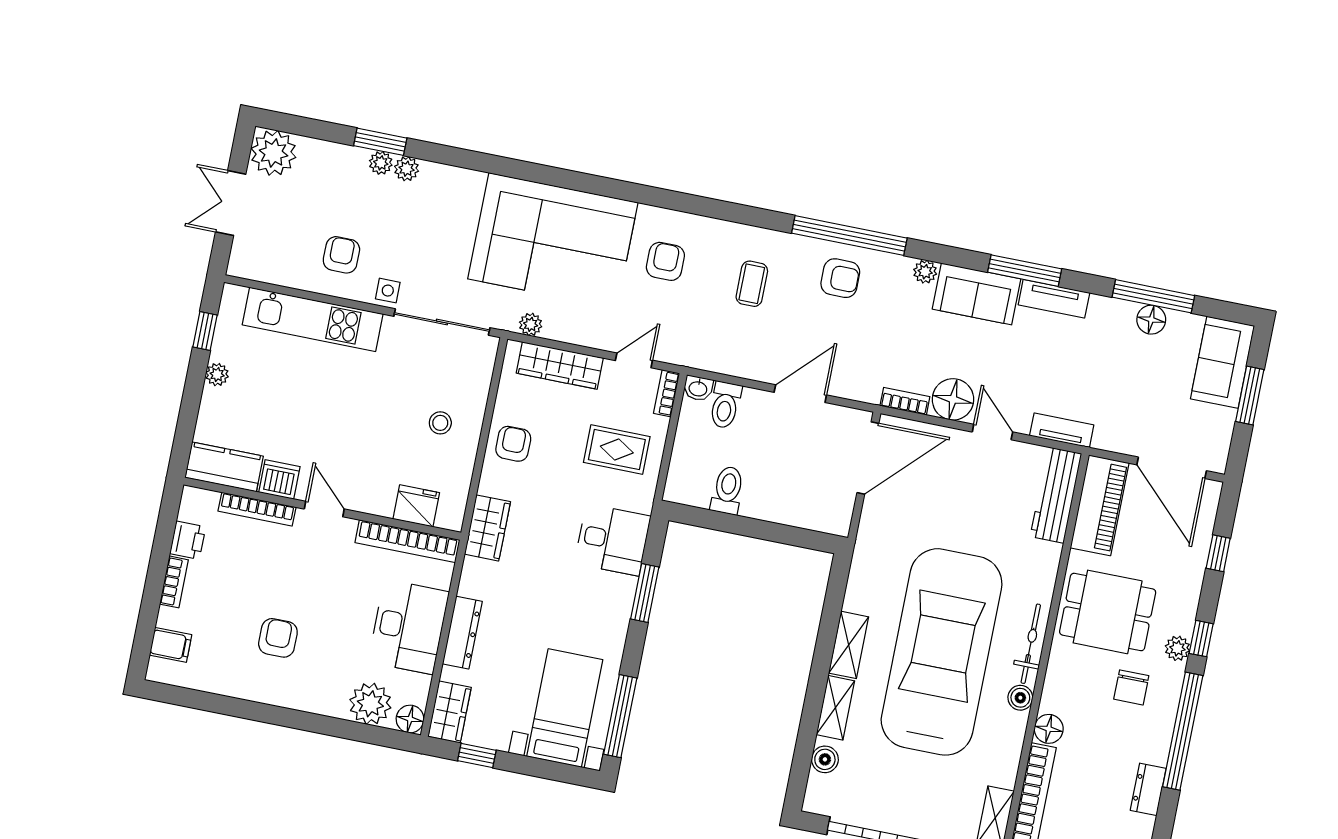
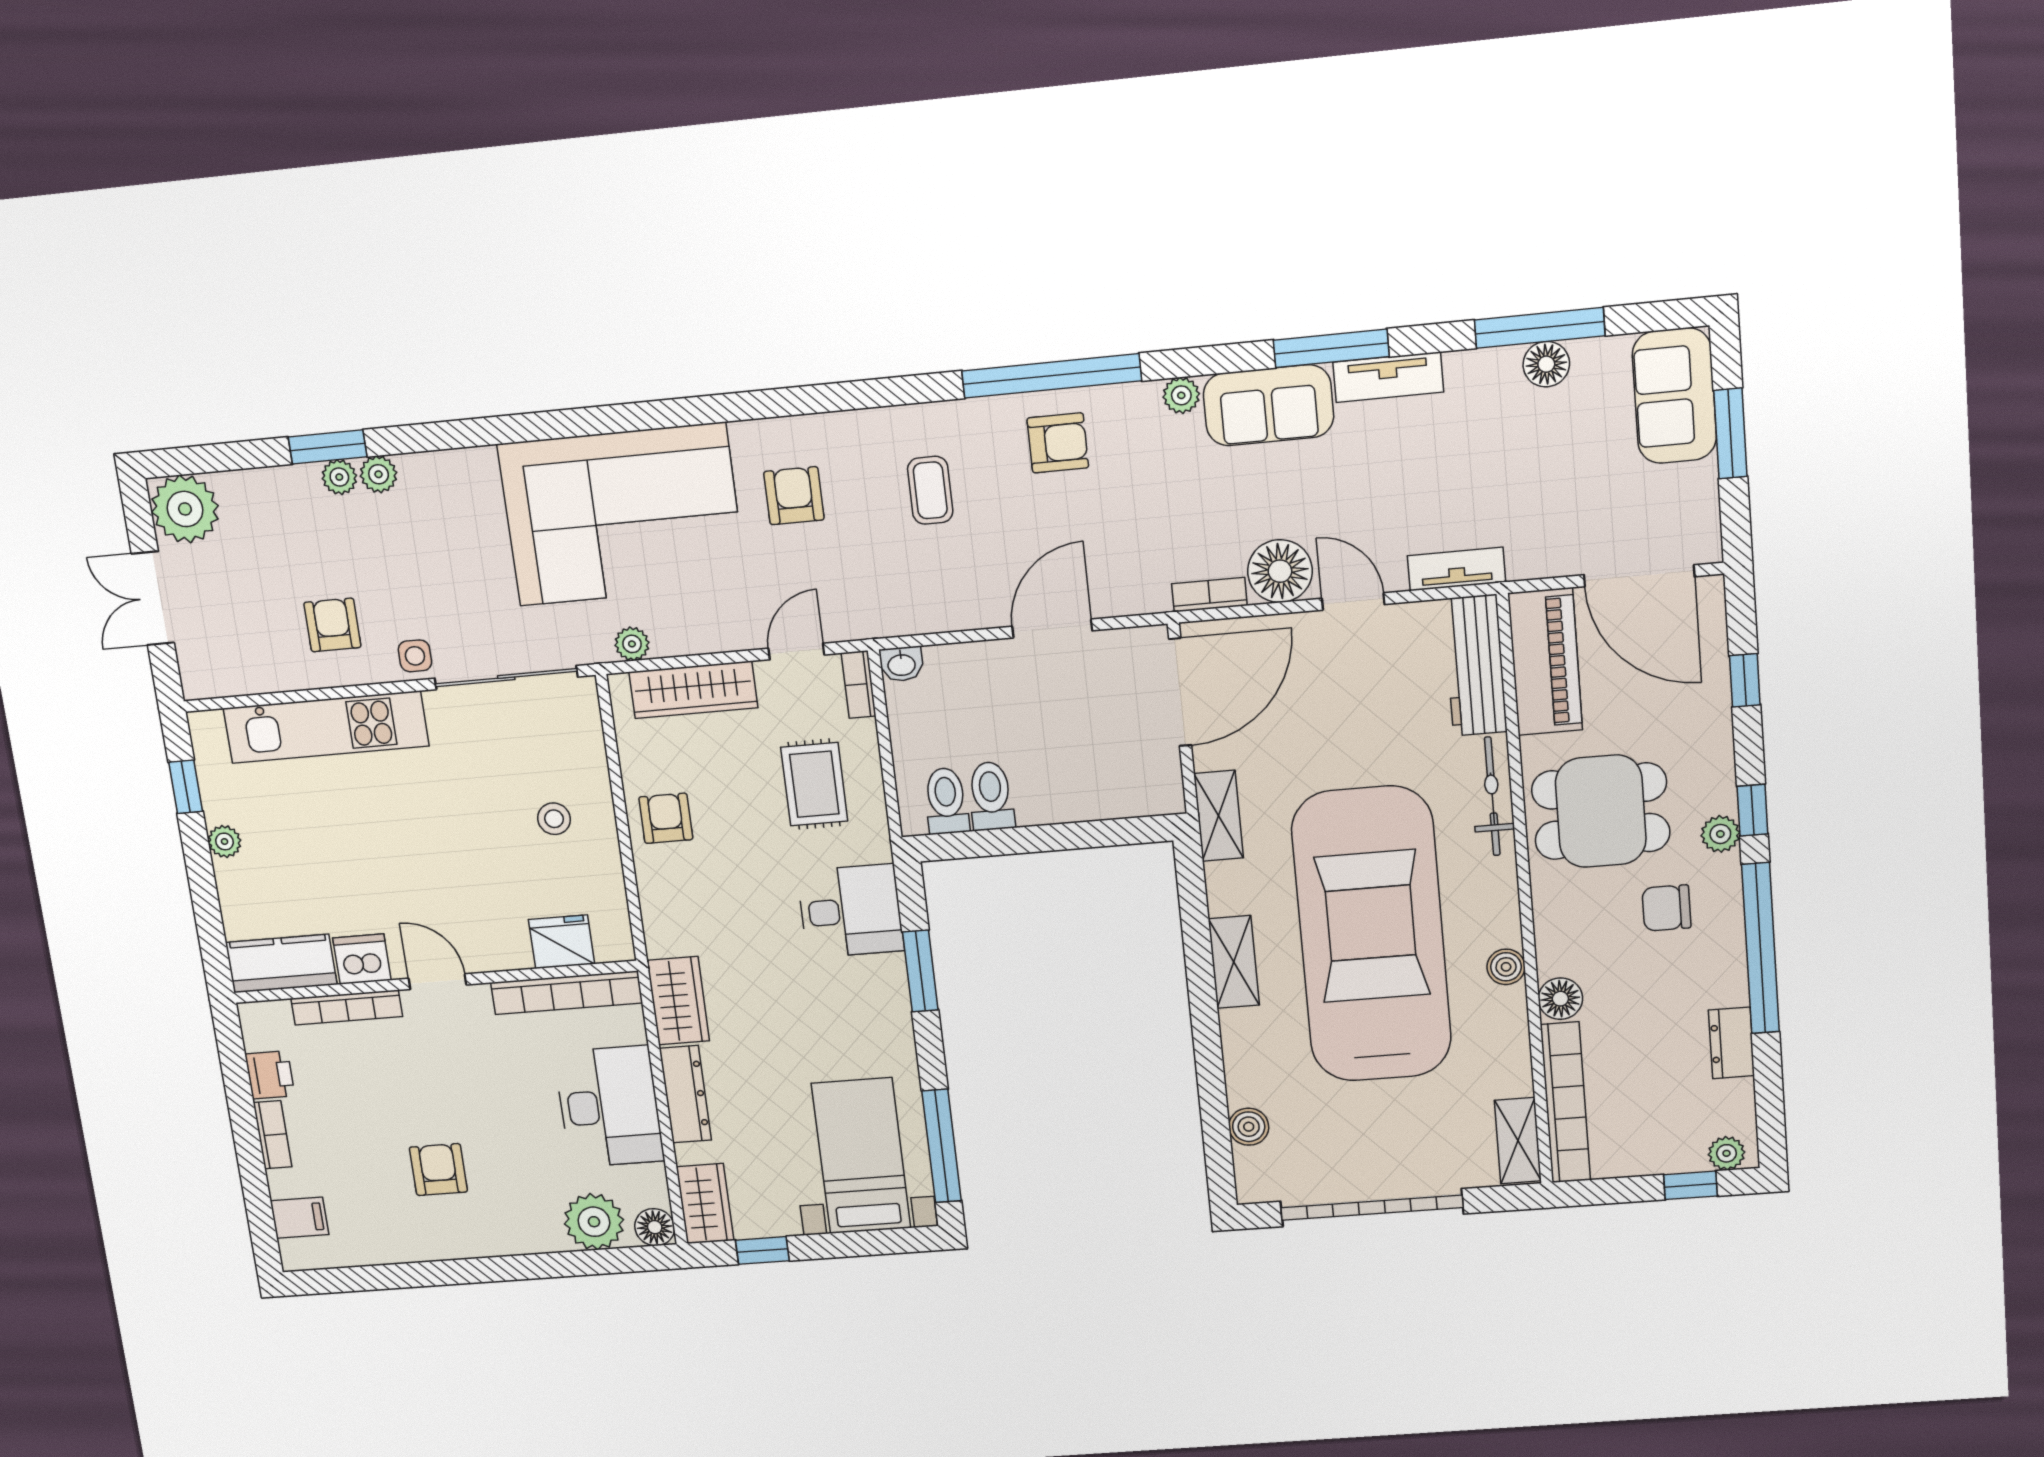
toilet: (725, 405) -> (946, 801), moved, turned 180
rug: (617, 450) -> (814, 784), turned 90
wardrobe: (487, 528) -> (678, 1001), moved
bicycle: (1031, 644) -> (1492, 796), moved
chair: (1131, 687) -> (1666, 908), turned 90
shelving: (835, 708) -> (1219, 816), moved

